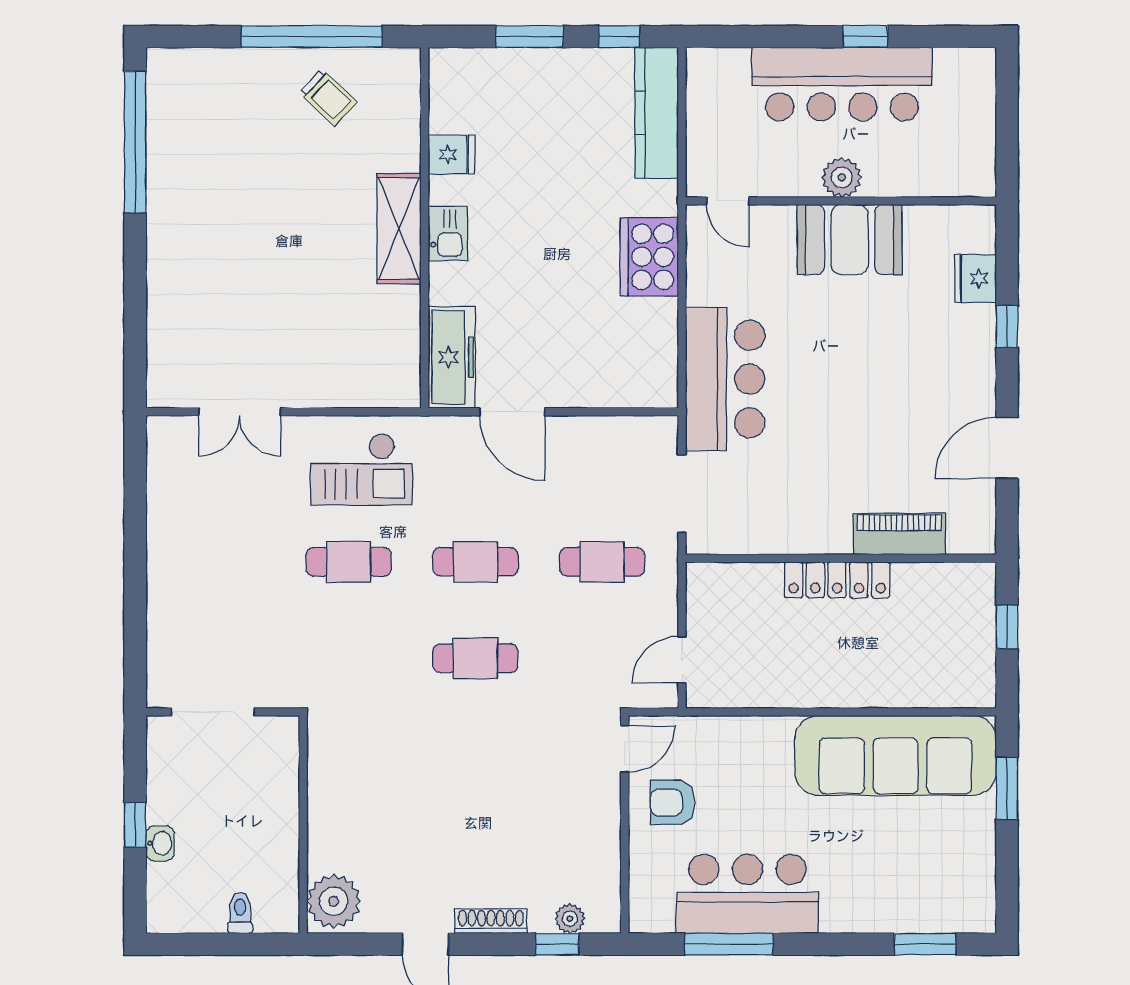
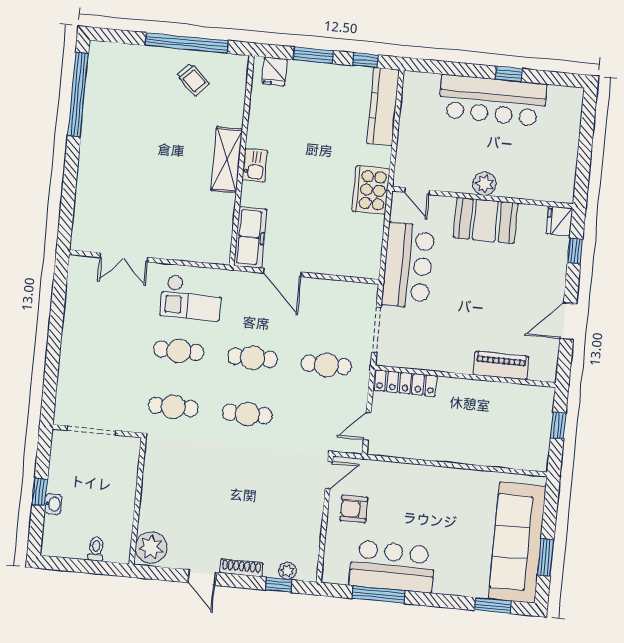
fridge: (451, 155) -> (274, 71), moved, turned 90
plant: (842, 177) -> (484, 184), moved
door: (728, 201) -> (417, 191), moved
wall: (841, 201) -> (483, 197), moved
booth: (850, 240) -> (486, 220), moved
locker: (837, 580) -> (405, 383), moved
cafe table: (349, 658) -> (173, 407), added
sofa: (896, 755) -> (517, 542), moved, turned 90
window: (1007, 788) -> (546, 557), moved

